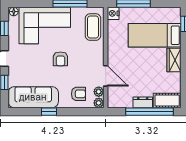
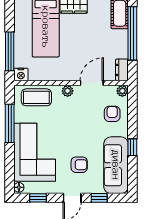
armchair: (60, 59) -> (79, 165), moved
plant: (99, 92) -> (68, 91), moved
dresser: (143, 102) -> (122, 70), moved

